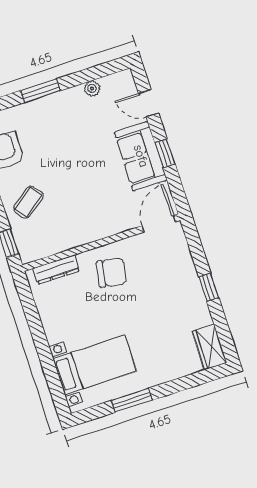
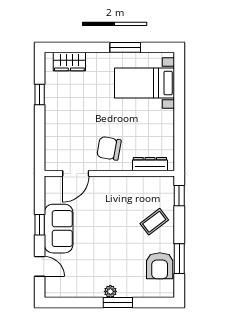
plant: (92, 88) -> (110, 291), moved
door: (159, 224) -> (76, 173), moved
window: (209, 287) -> (40, 95), moved
wardrobe: (210, 347) -> (69, 62), moved, turned 90

